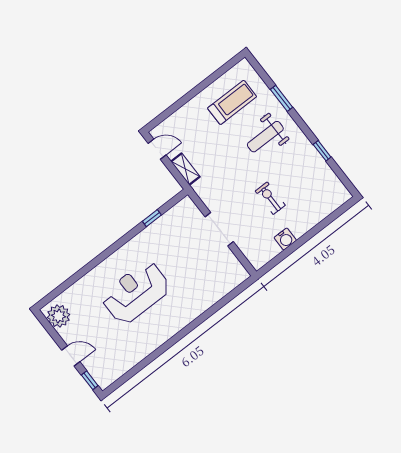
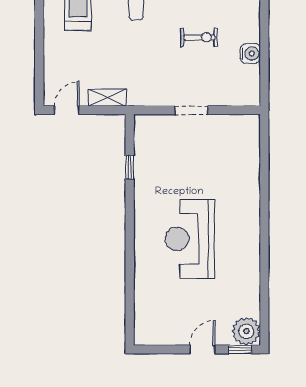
exercise bike: (270, 198) -> (199, 37), turned 180
doorway: (219, 229) -> (191, 110), width x0.73
plant: (59, 316) -> (246, 331), moved

